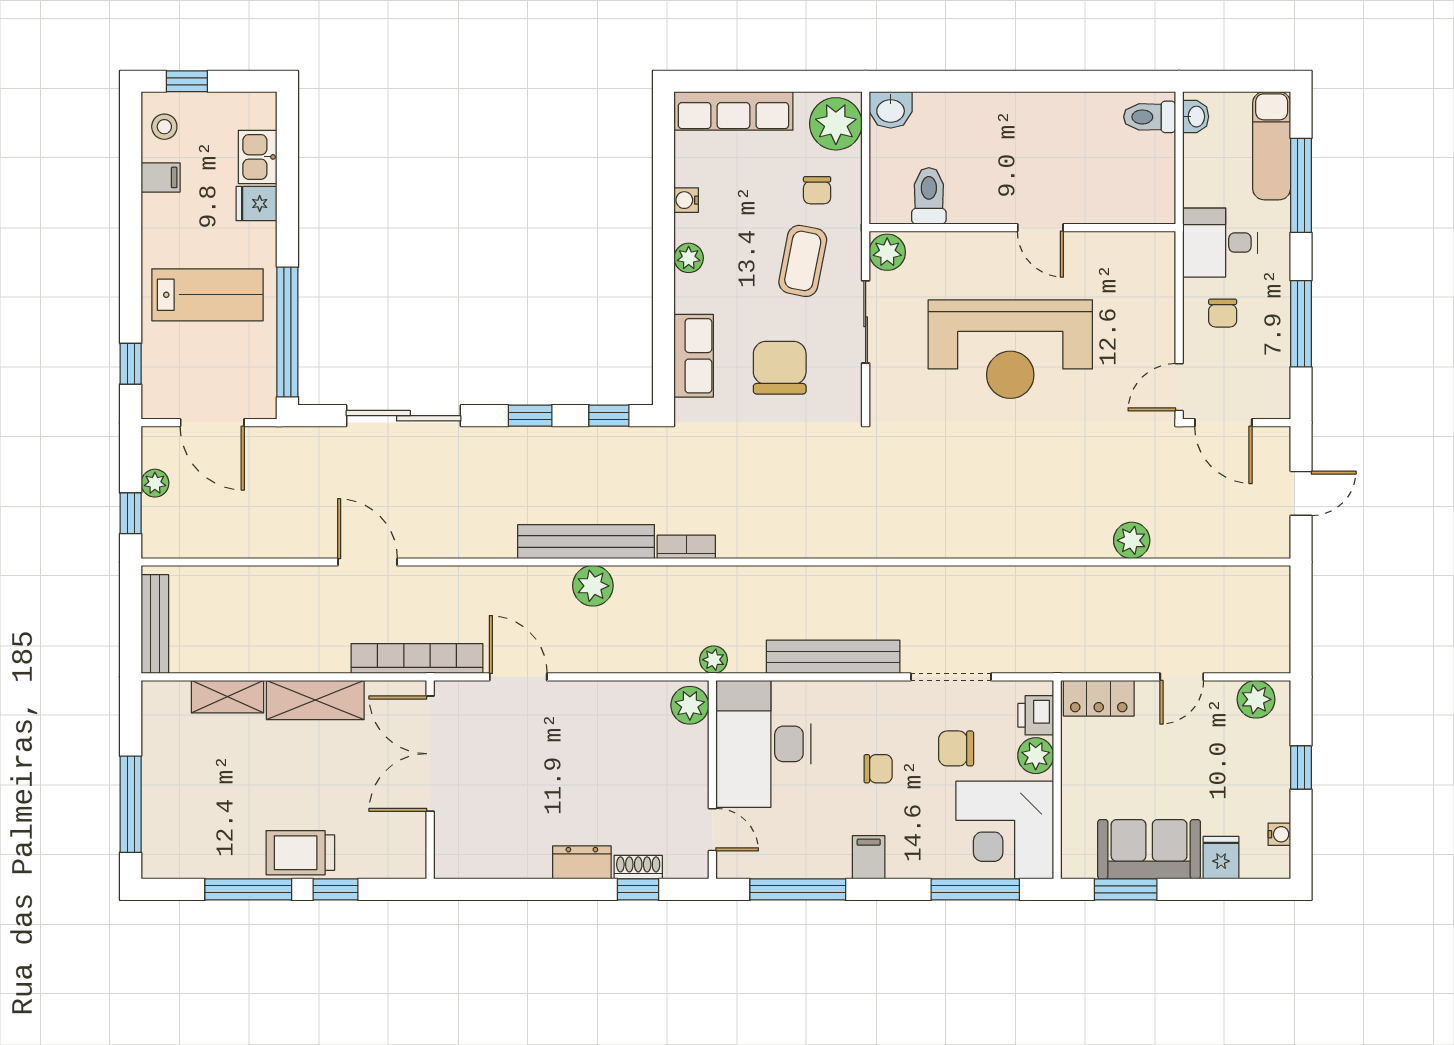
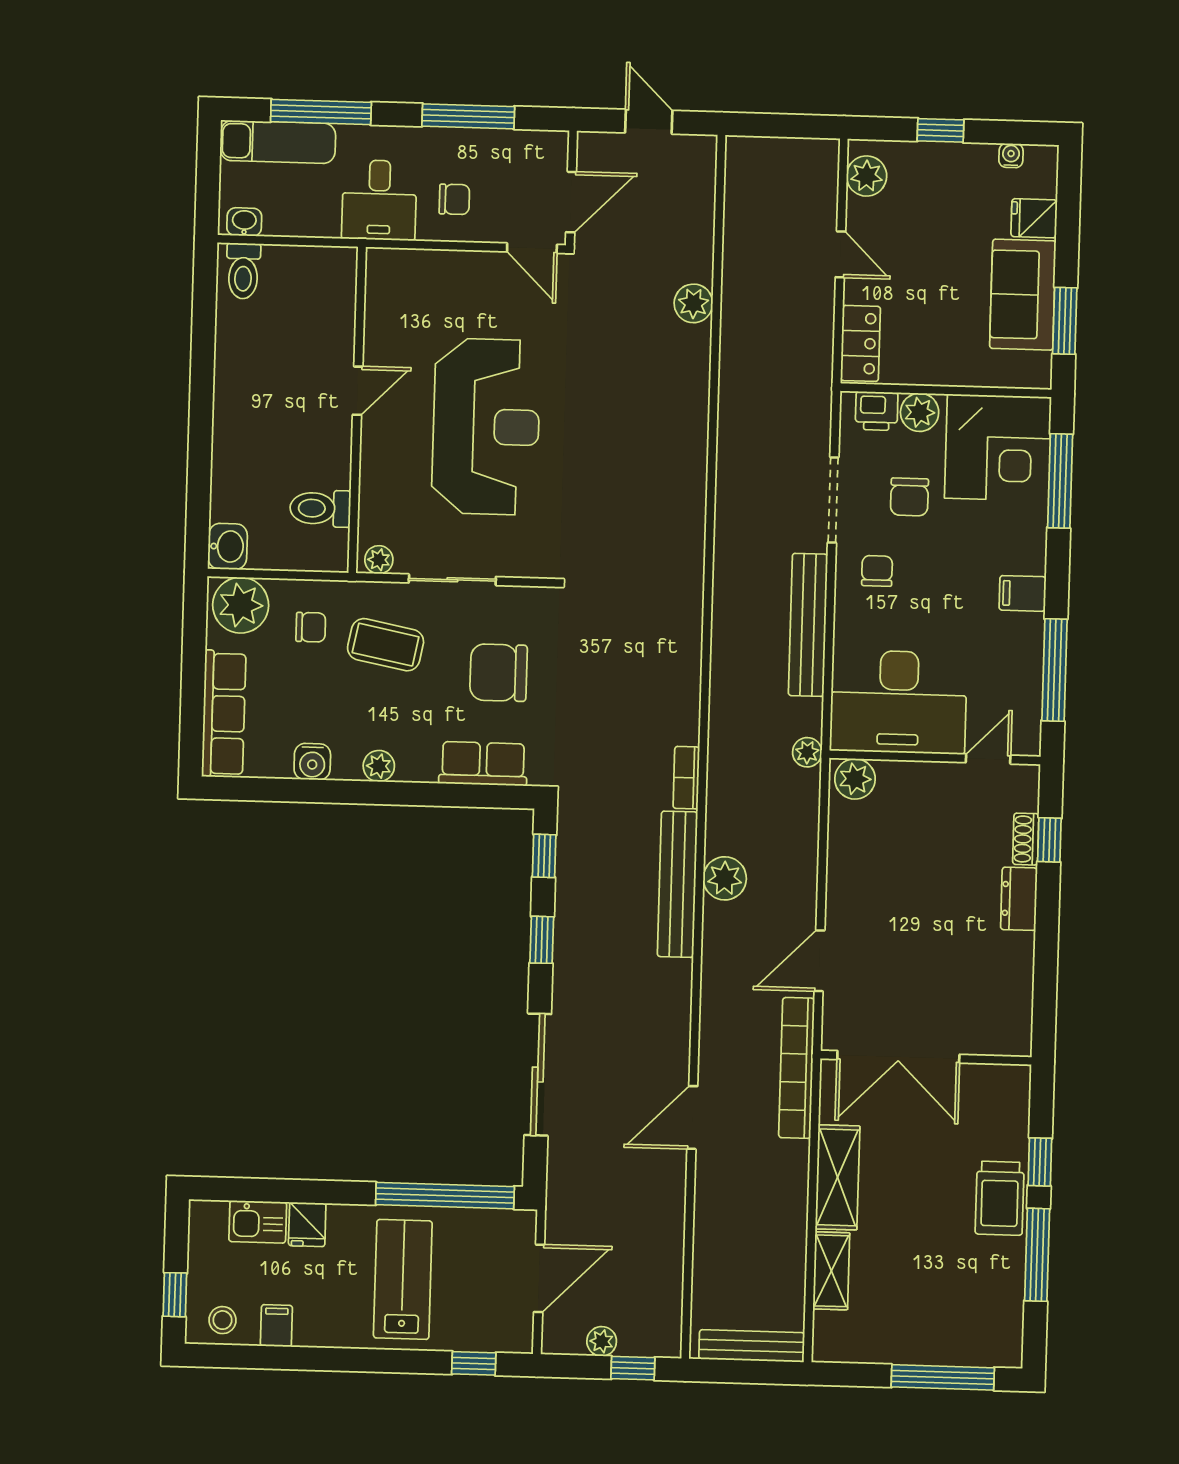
water cooler: (686, 200) -> (312, 762), width x1.38, depth x1.38
plant: (887, 252) -> (379, 560), width x0.73, depth x0.73
chair: (878, 769) -> (877, 571), moved

